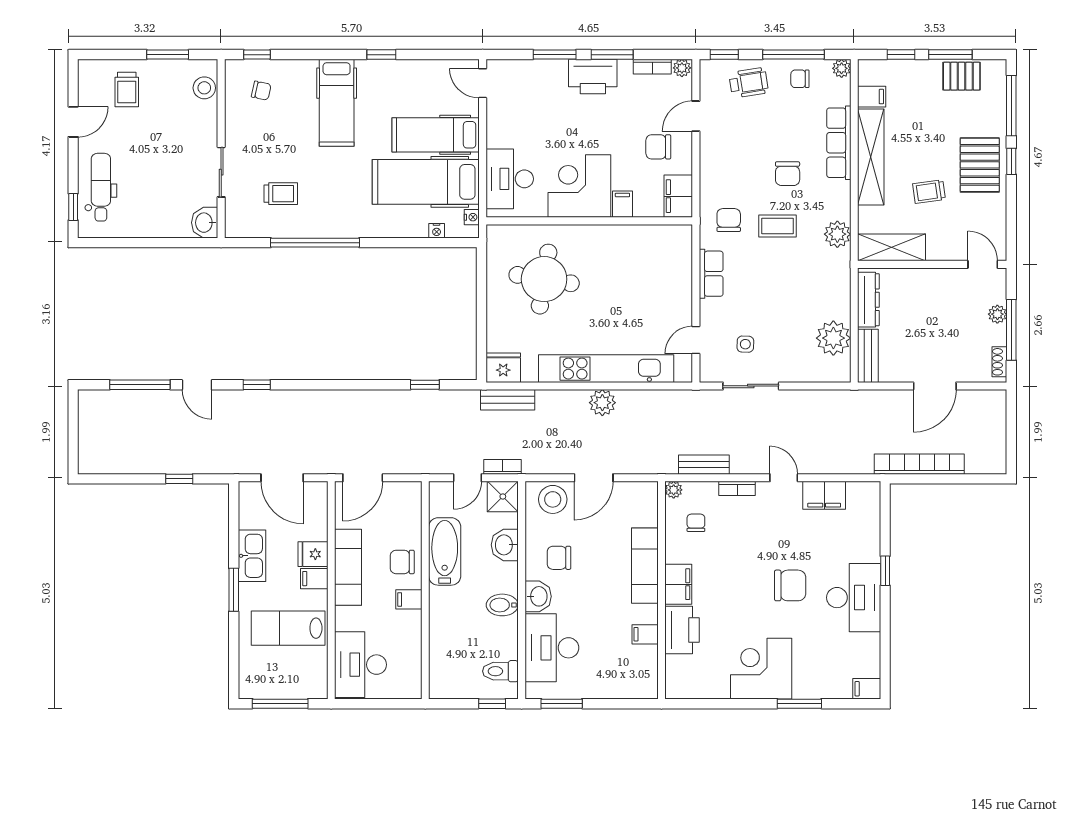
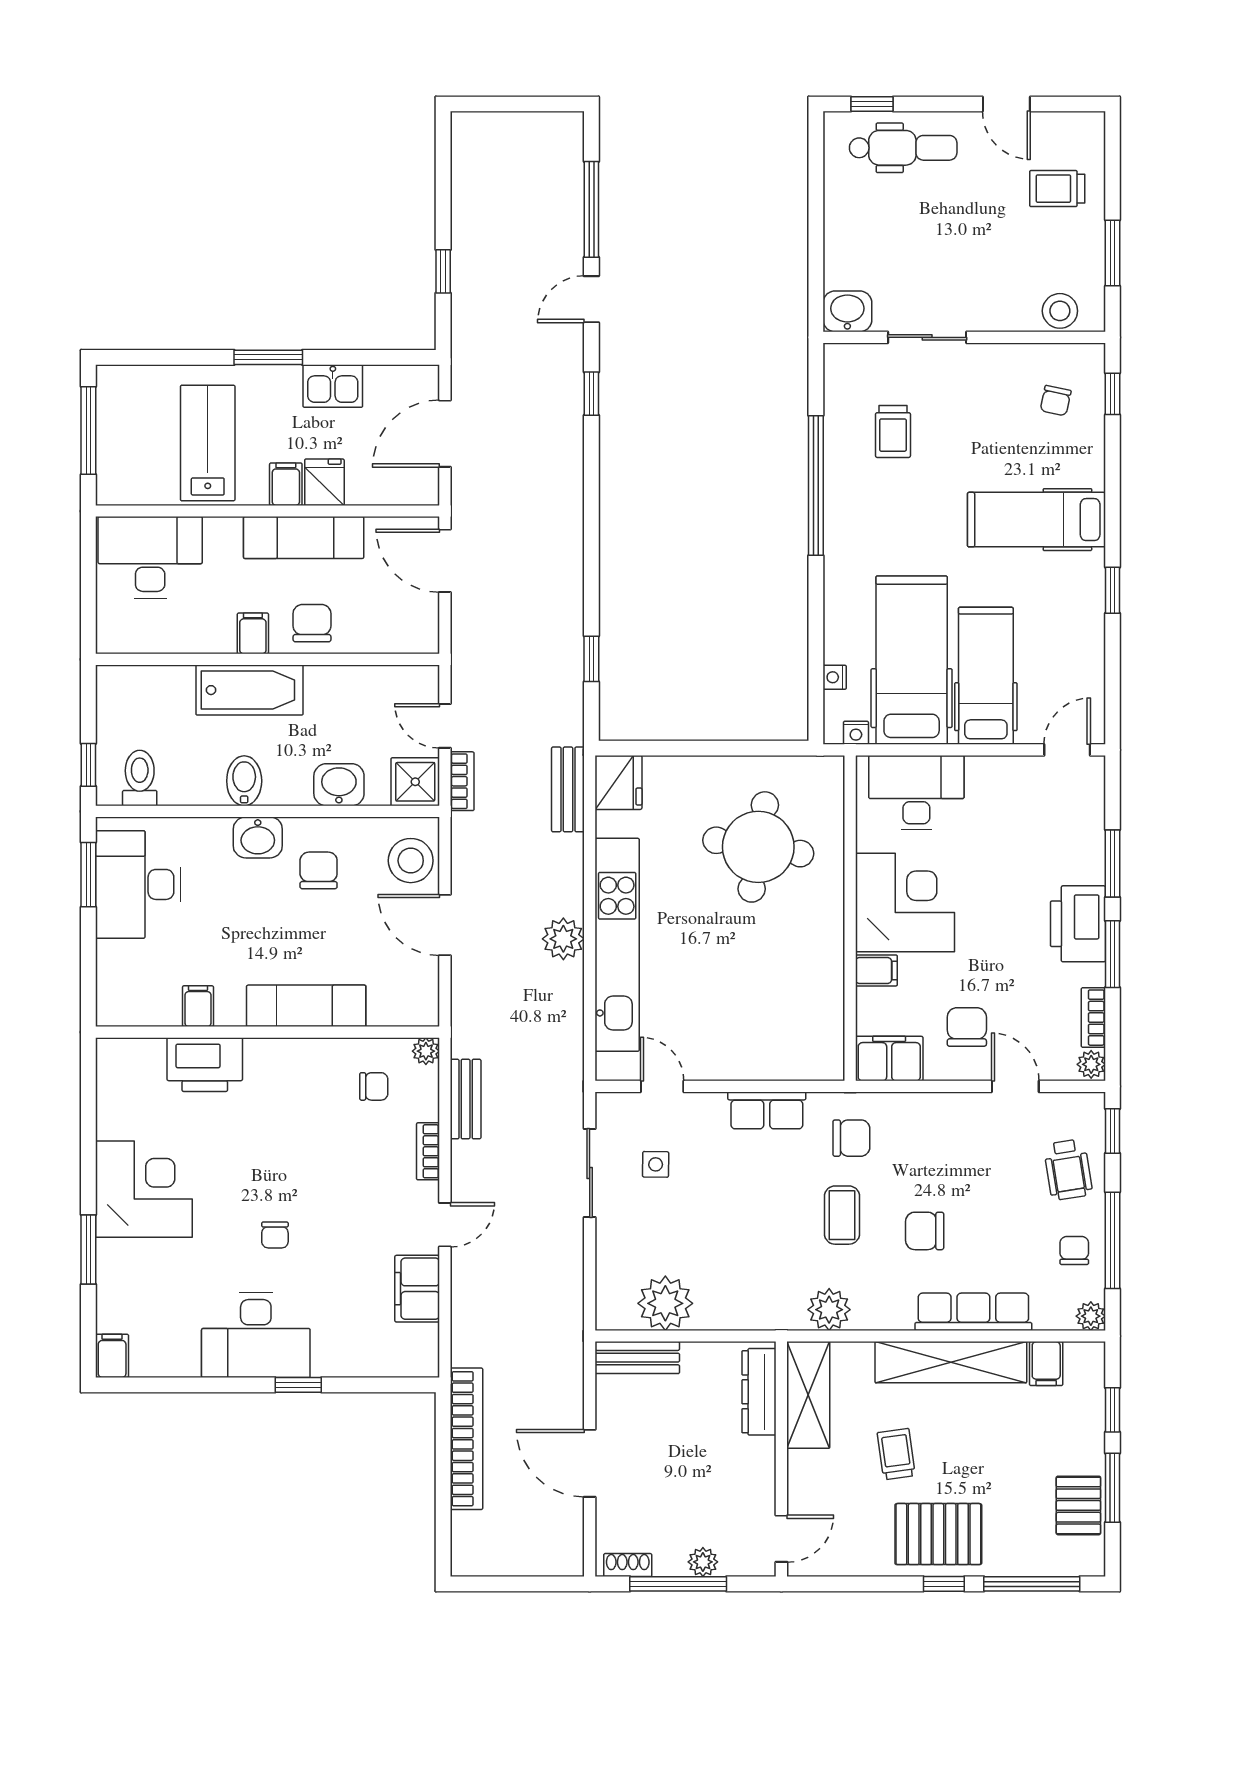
dresser: (868, 300) -> (759, 1392), moved, turned 90
bathtub: (445, 551) -> (249, 690), moved
kitchen sink: (252, 556) -> (333, 386), width x0.73
filing cabinet: (678, 584) -> (277, 1059), removed
chair: (790, 585) -> (275, 1235), width x0.54, depth x0.54
desk: (552, 648) -> (138, 884), moved, turned -90

